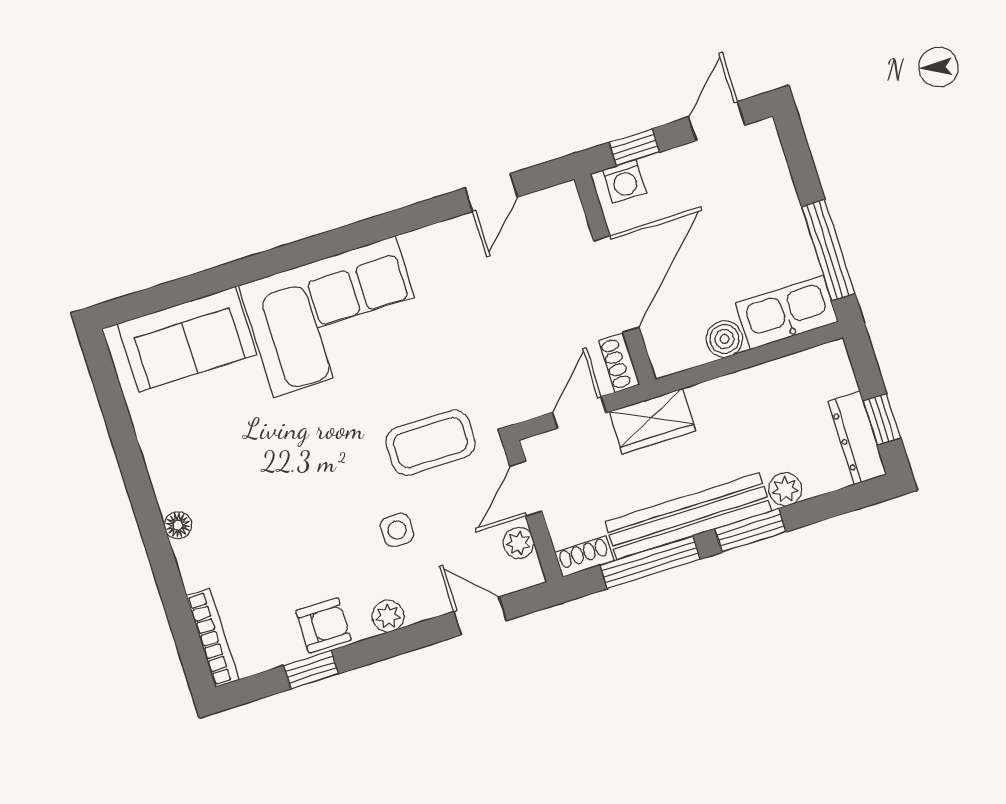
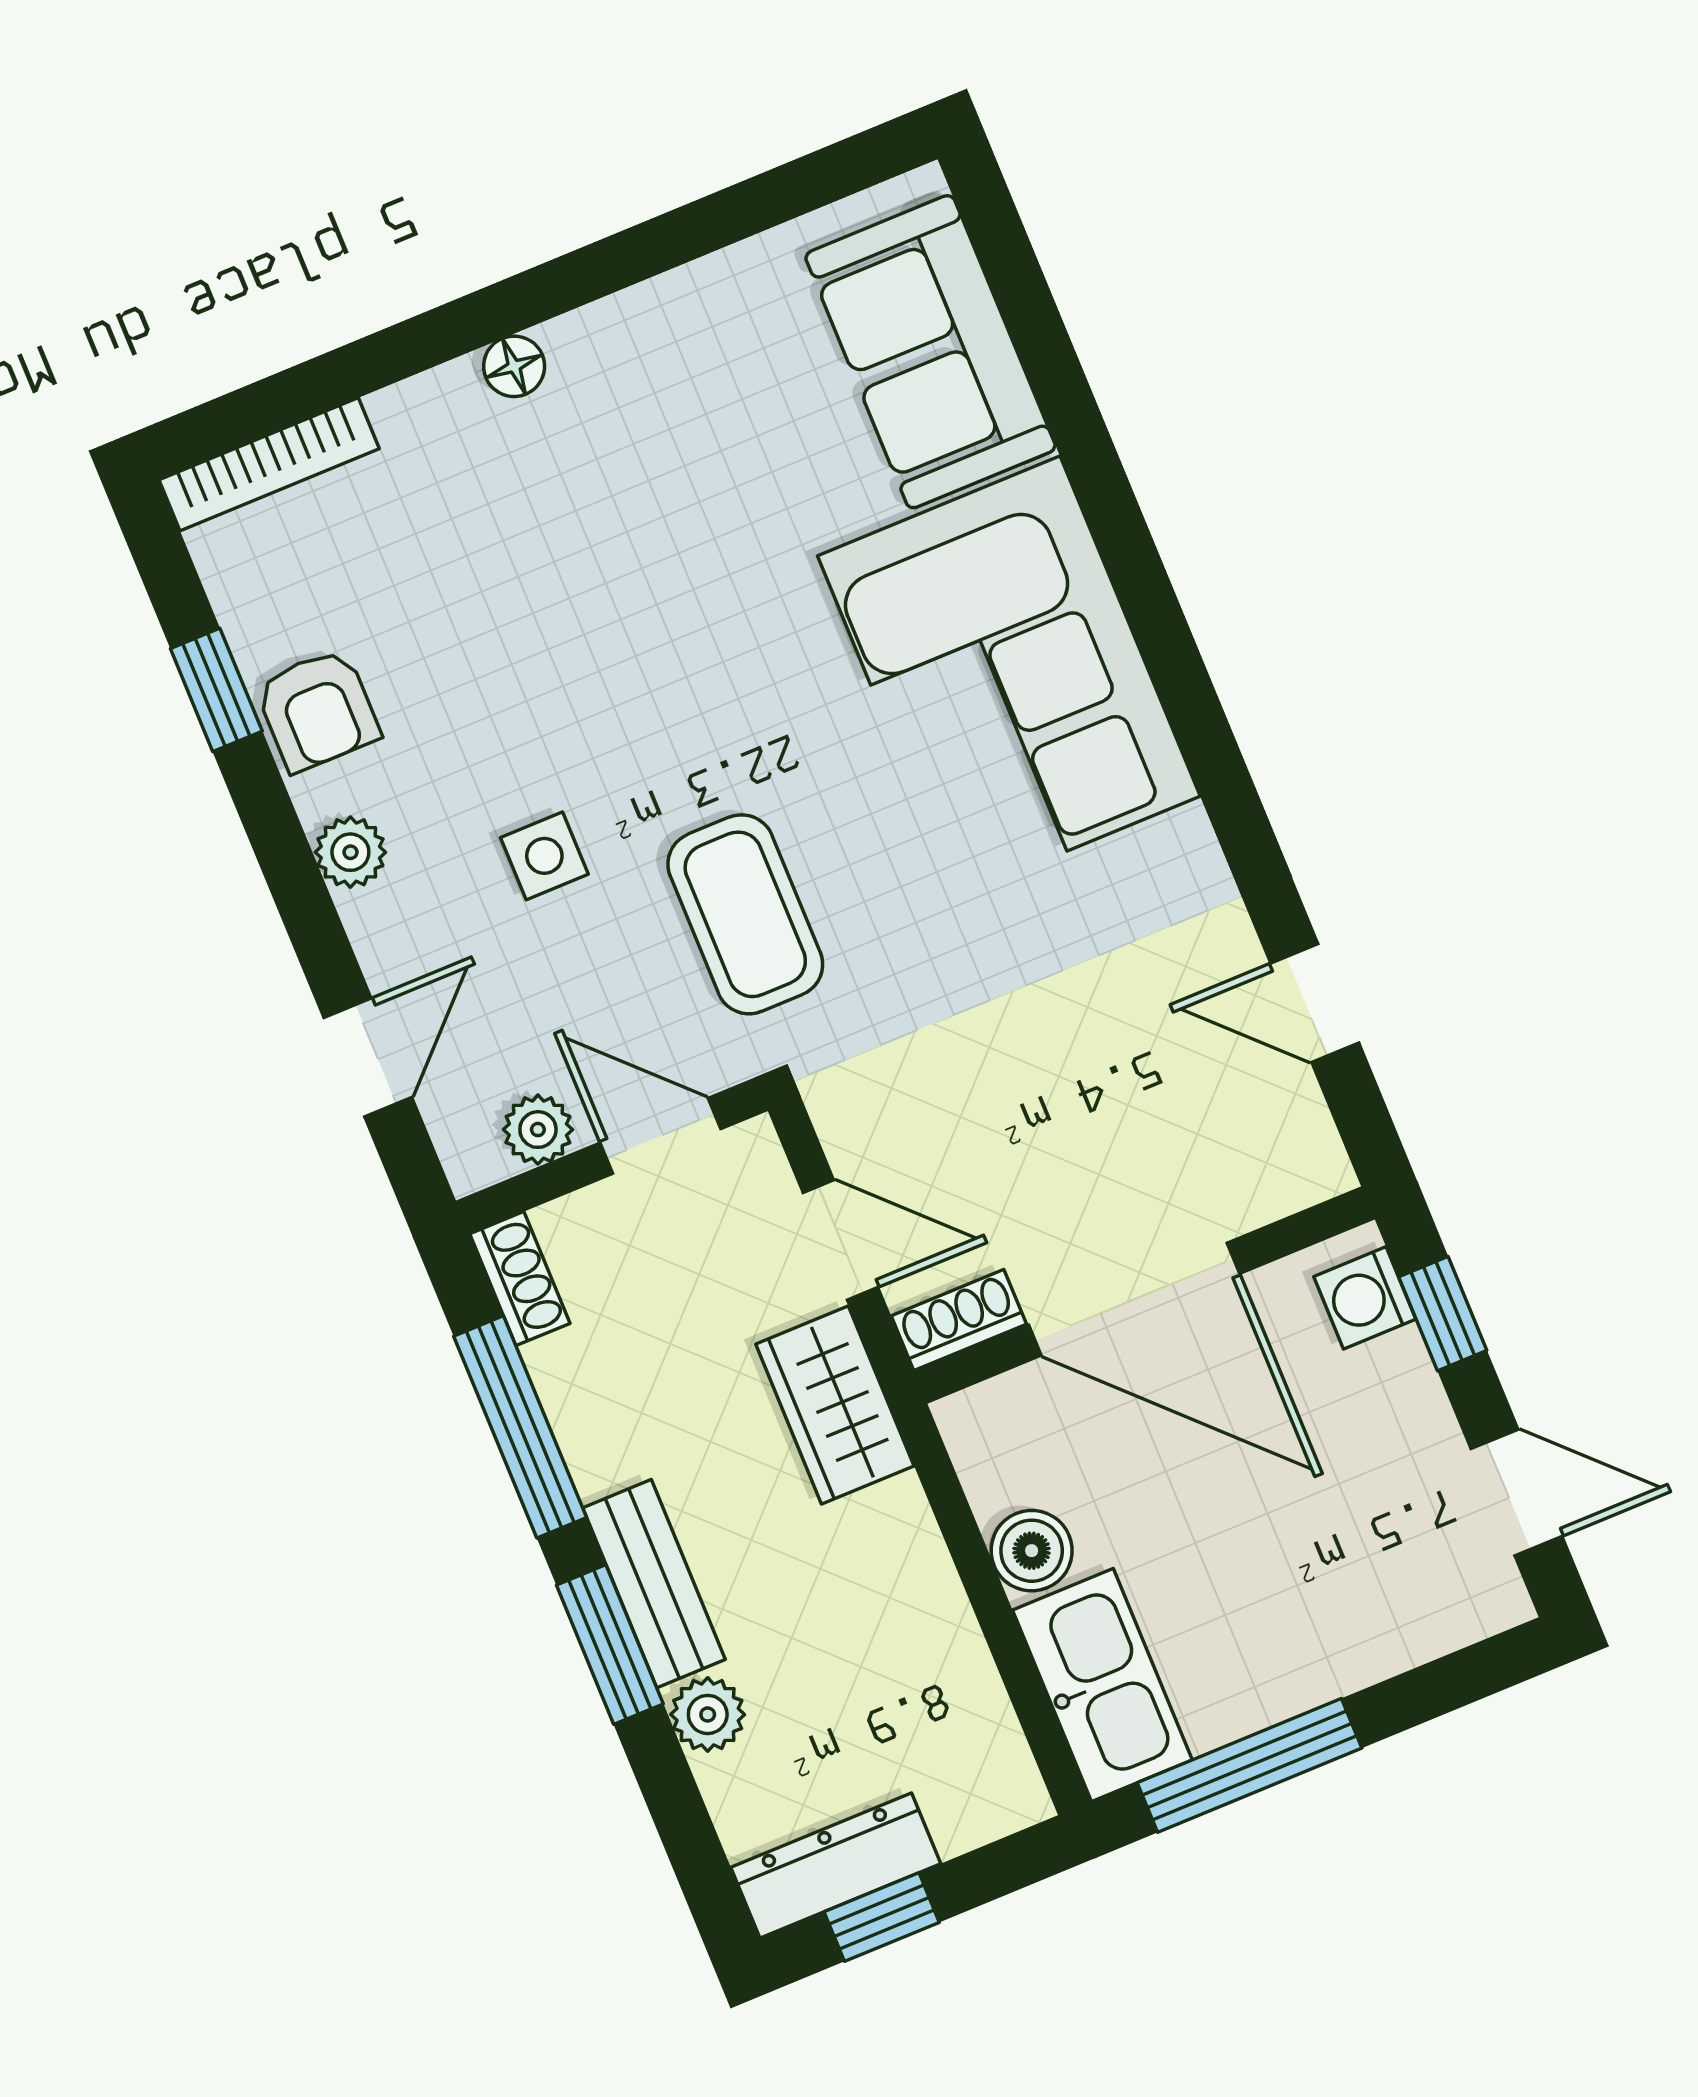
bench: (688, 516) -> (654, 1584), width x0.54, depth x0.82

